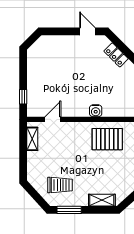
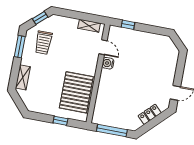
water cooler: (96, 111) -> (108, 63), moved
pallet: (107, 139) -> (76, 92), width x1.37, depth x1.41
window: (34, 194) -> (40, 18), added

